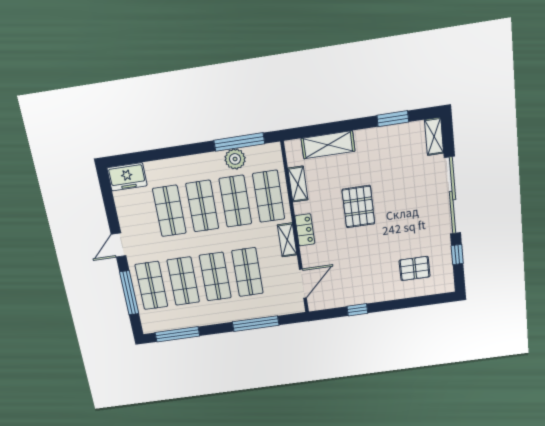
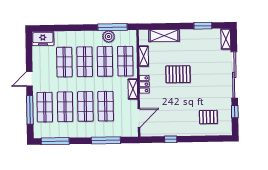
pallet: (358, 207) -> (178, 74), turned 90

